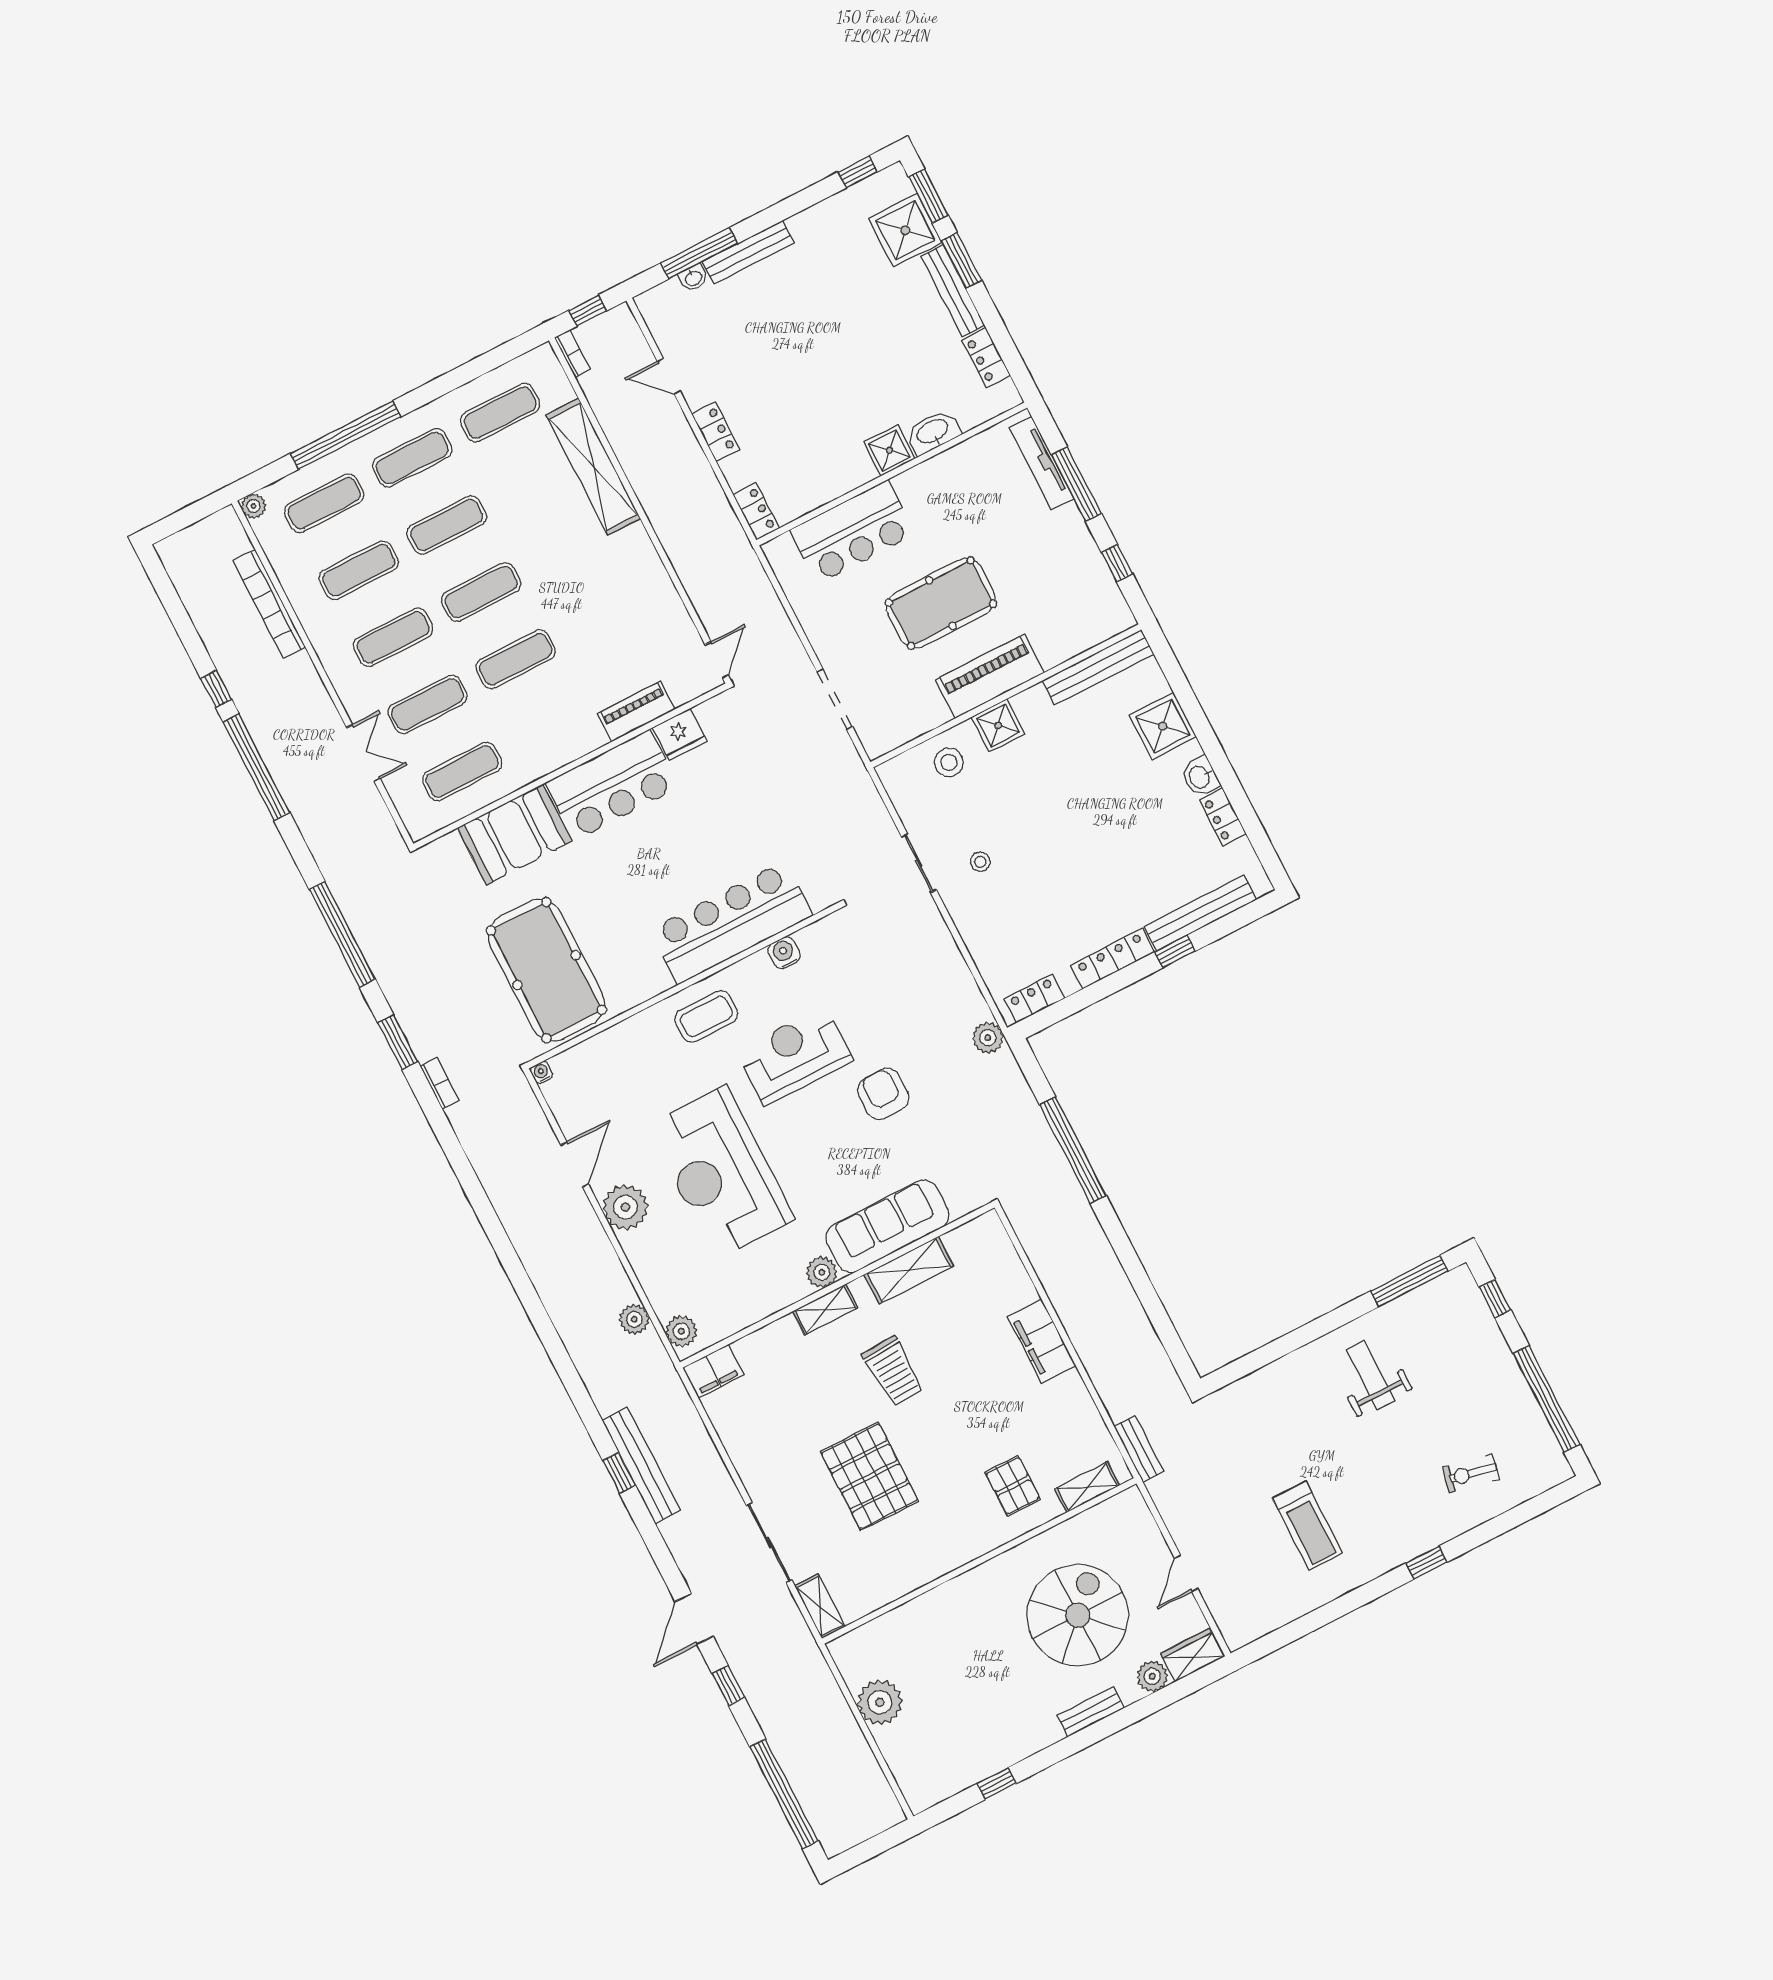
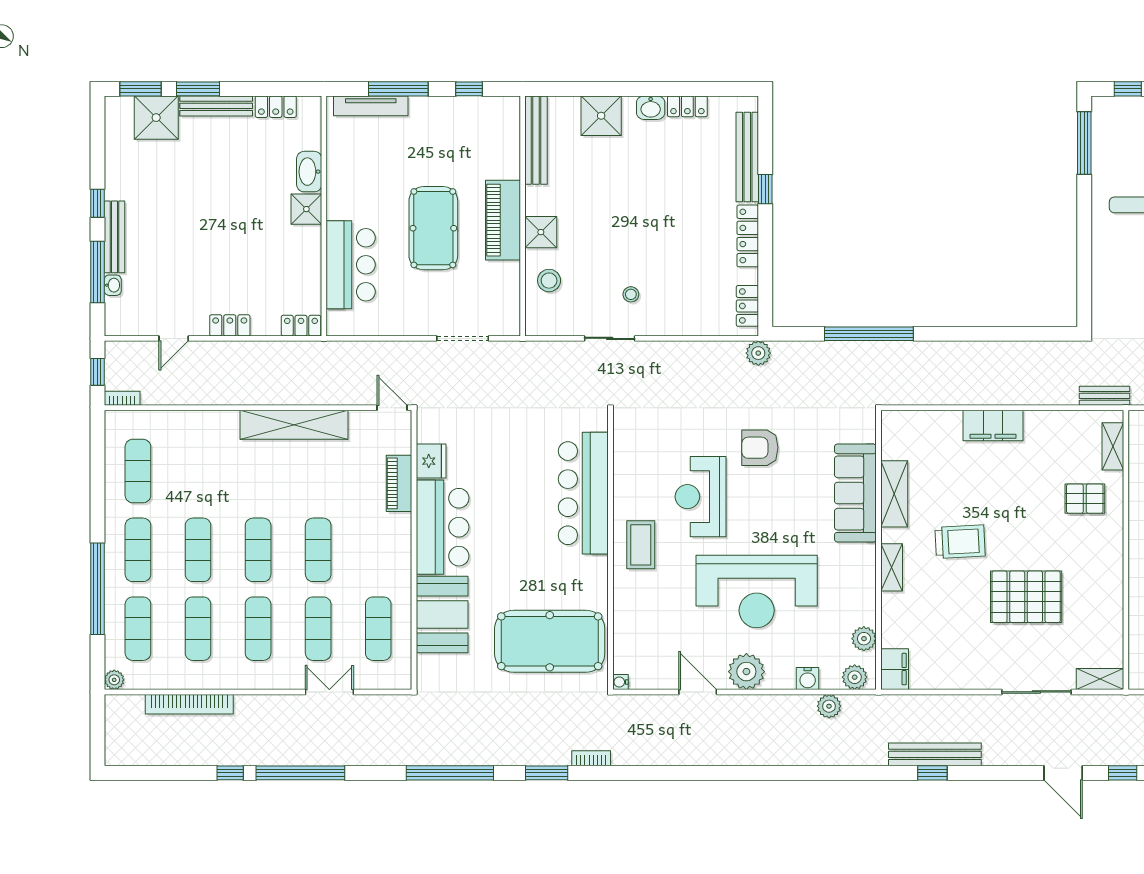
window: (858, 172) -> (97, 203), moved
shelving: (593, 467) -> (294, 425), moved
water cooler: (784, 953) -> (808, 679), moved, turned -90
plant: (822, 1272) -> (864, 639), moved

